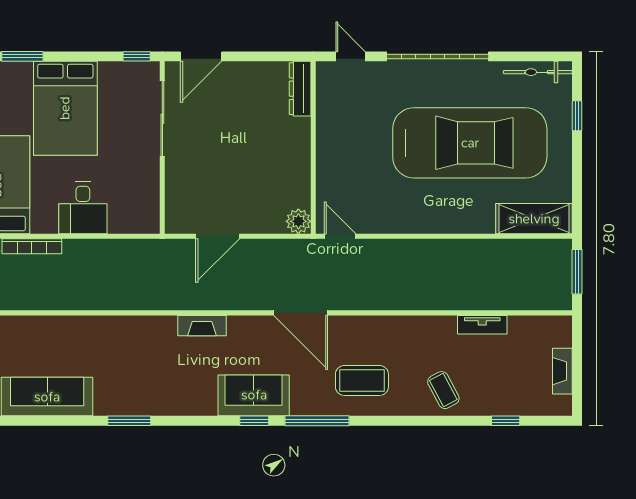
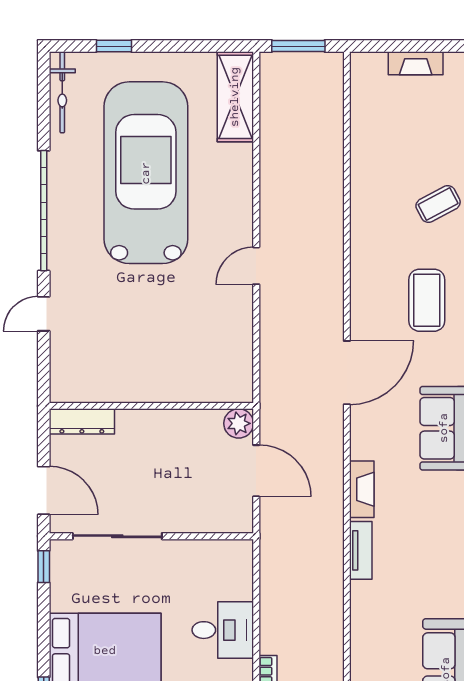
dresser: (300, 89) -> (82, 421), moved
wall: (313, 147) -> (151, 406), moved
plant: (298, 221) -> (239, 423), moved
door: (340, 236) -> (256, 266), moved
tv unit: (482, 325) -> (361, 550), moved

